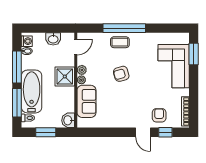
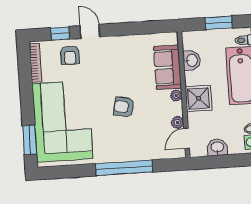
coffee table: (120, 42) -> (128, 149), removed
corner sofa: (174, 66) -> (62, 121), width x1.36, depth x1.36
plant: (82, 70) -> (178, 122), moved
armchair: (121, 74) -> (124, 107), turned -153
washbasin: (68, 120) -> (192, 60), moved

